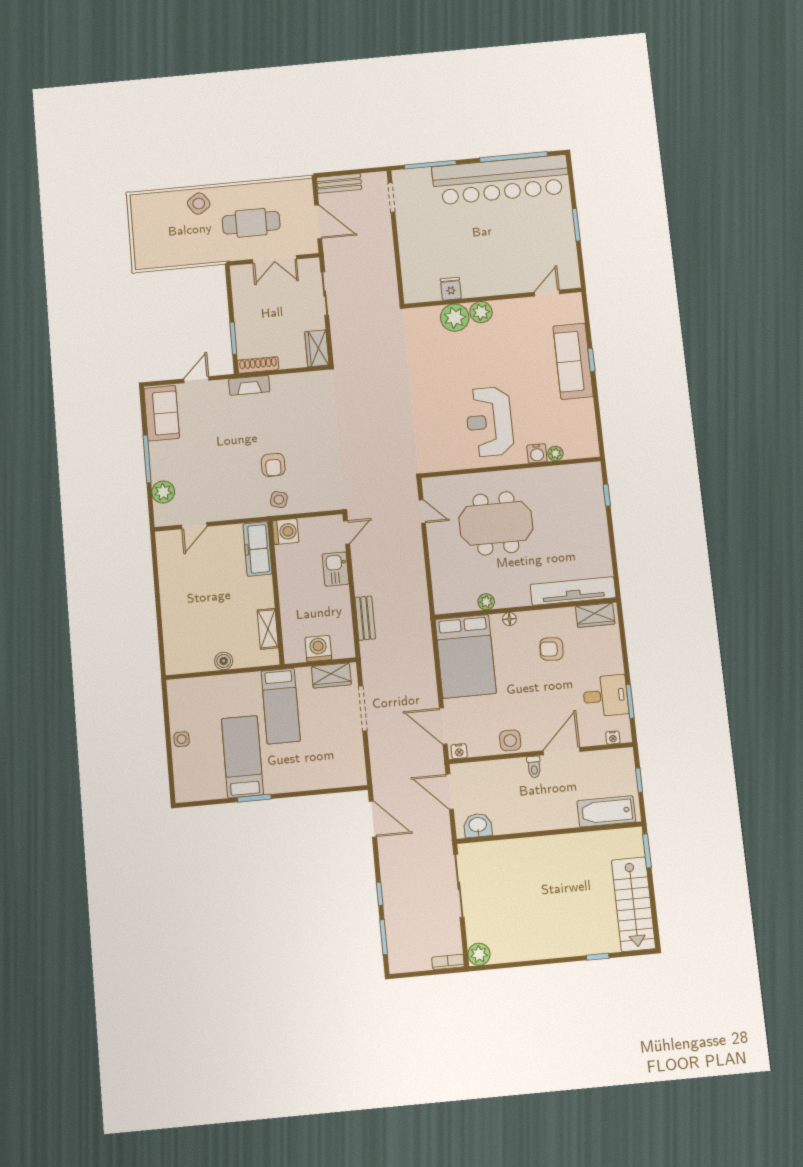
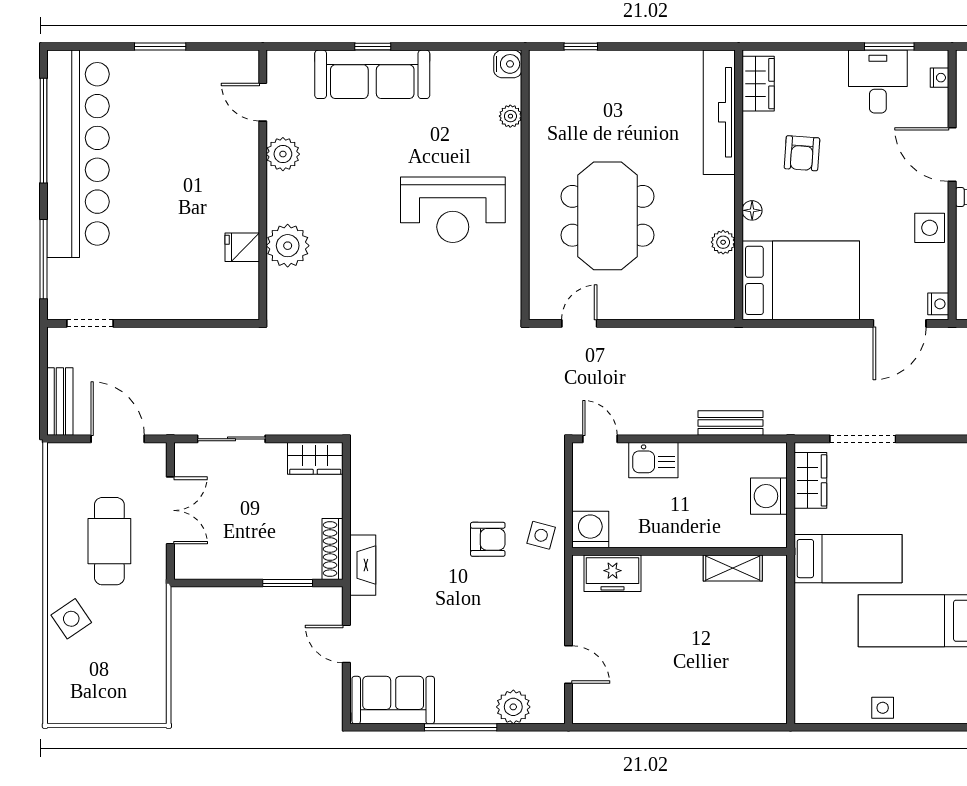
door: (318, 222) -> (118, 439), hinge flipped
plant: (481, 312) -> (283, 154), moved
water cooler: (537, 453) -> (508, 64), moved
freezer: (258, 549) -> (612, 573), width x0.71
boiler: (224, 661) -> (774, 637), removed

